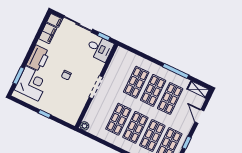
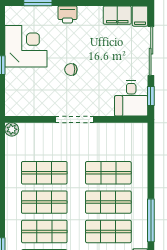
printer: (38, 58) -> (67, 14), width x0.53, depth x0.68
corner desk: (32, 84) -> (26, 46), moved, turned -90

